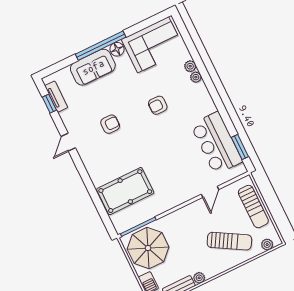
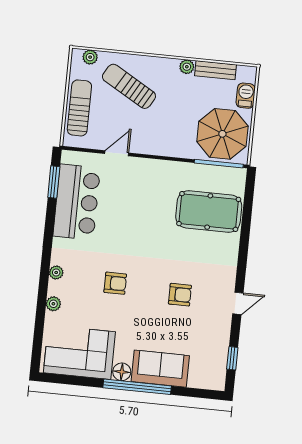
plant: (196, 77) -> (56, 272), moved
tv unit: (56, 97) -> (220, 361), removed
armchair: (110, 124) -> (180, 295), turned 180

